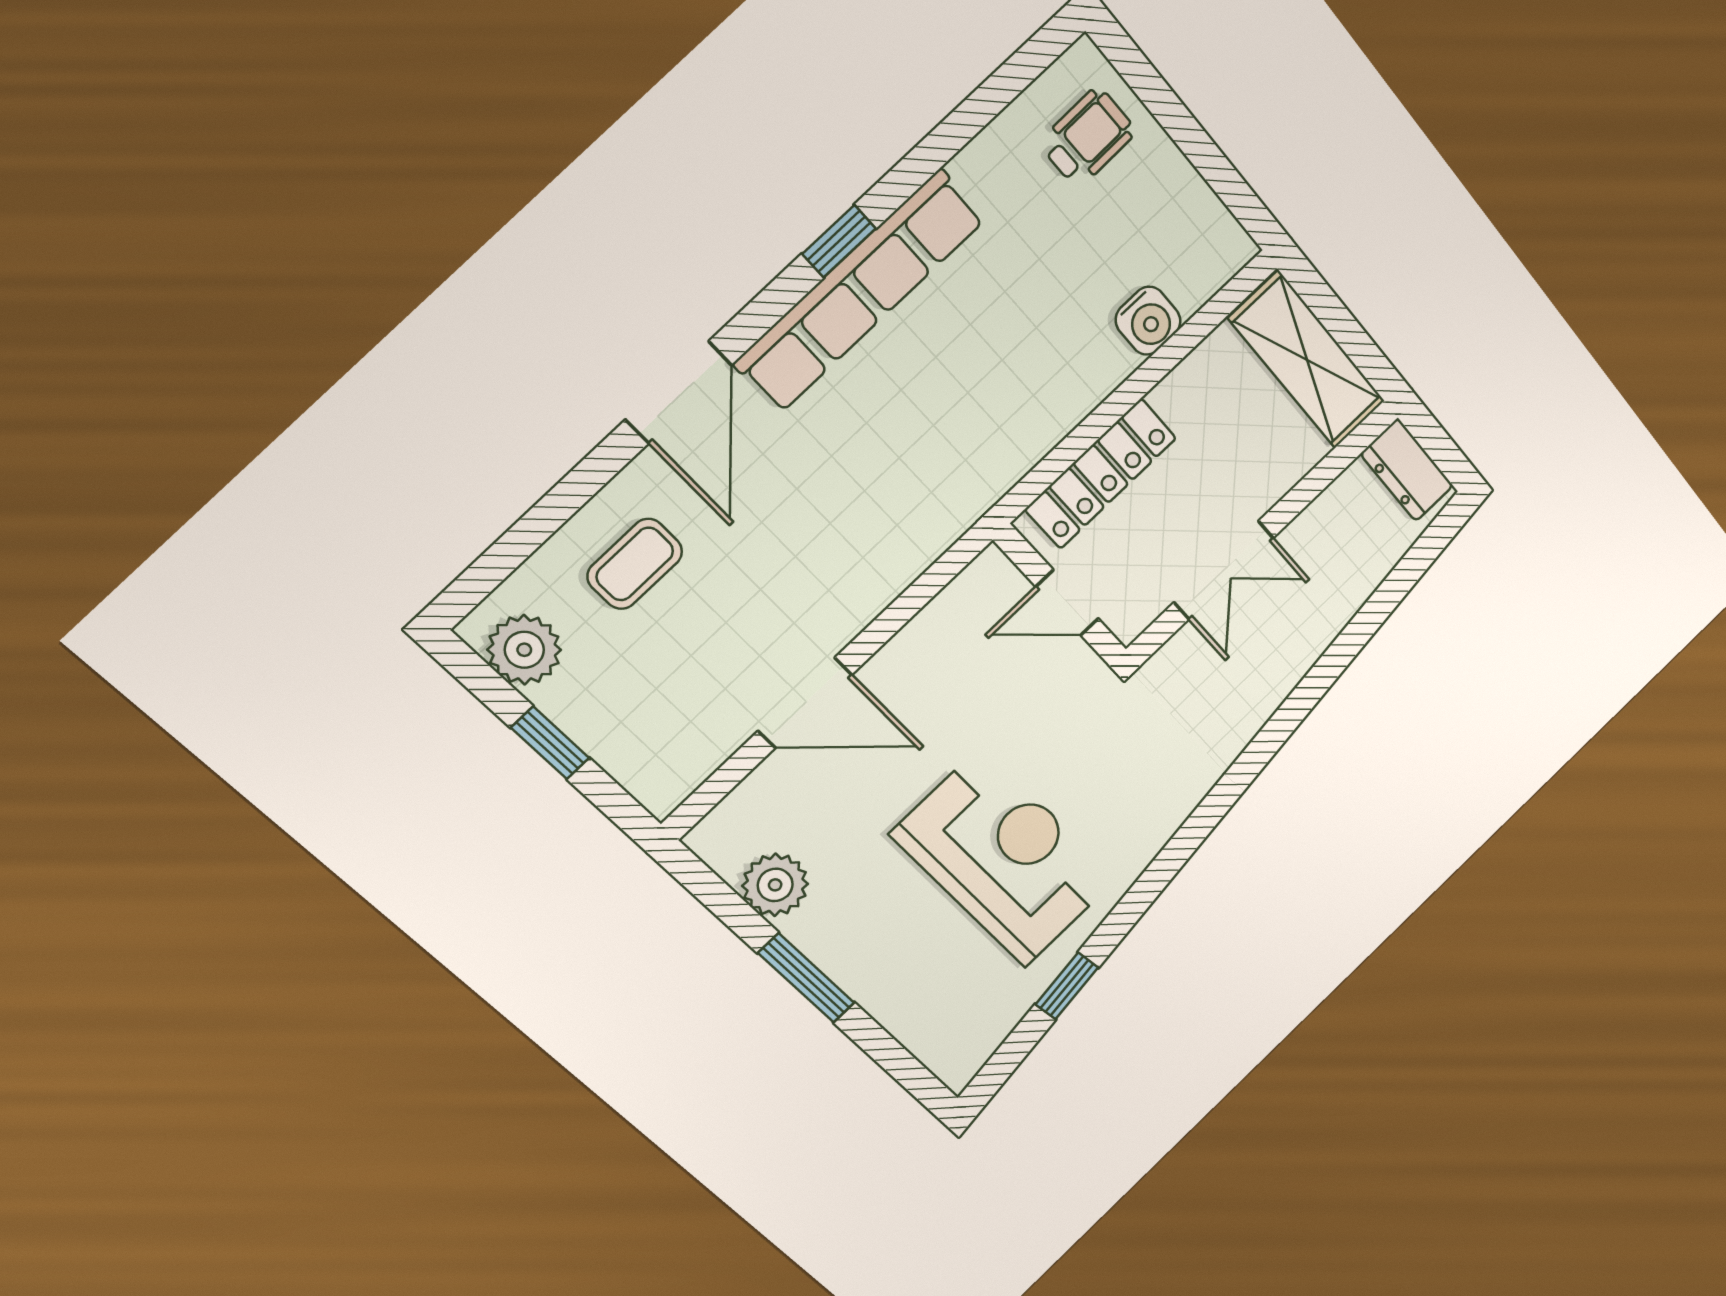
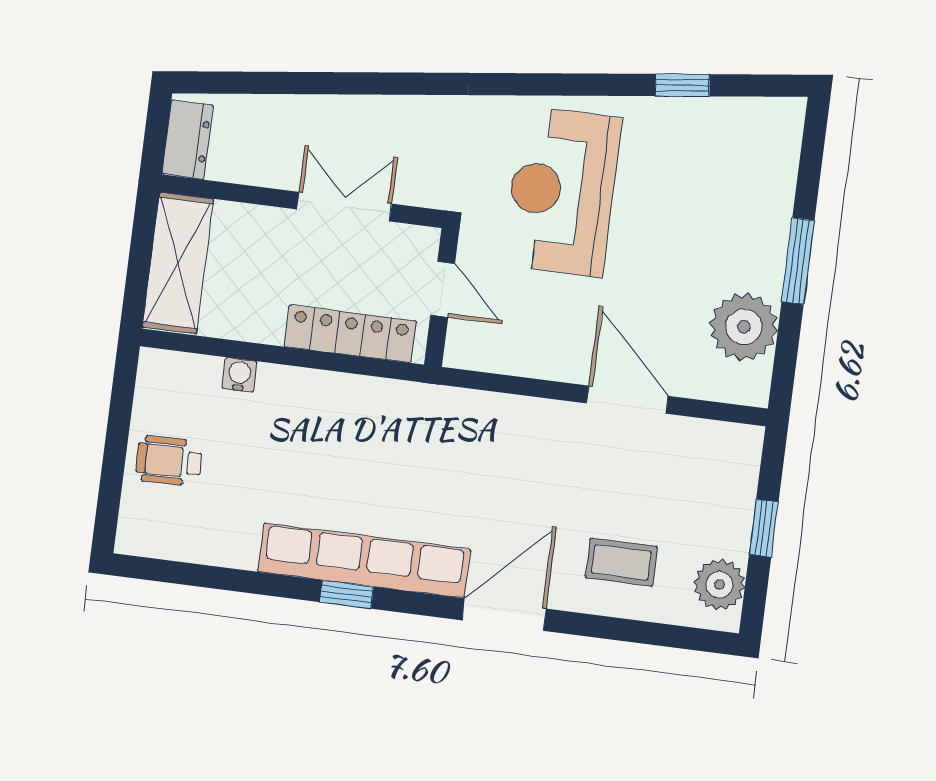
wheelchair: (1088, 137) -> (169, 461), moved
water cooler: (1148, 321) -> (240, 375), width x0.72, depth x0.72
reception desk: (1004, 857) -> (562, 191), moved
plant: (775, 885) -> (744, 327), width x1.36, depth x1.36

